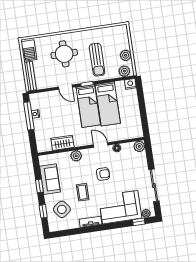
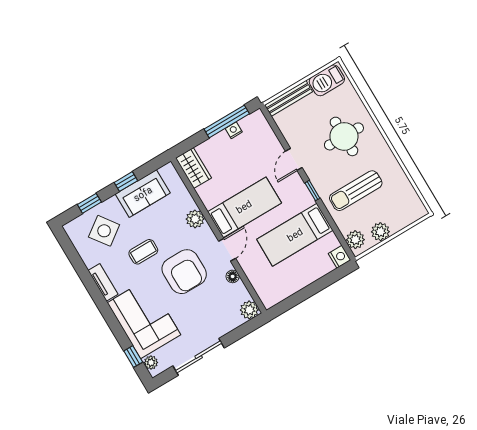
bed: (88, 106) -> (244, 207), moved, turned 180
wardrobe: (62, 143) -> (193, 168), moved
armchair: (103, 174) -> (184, 272), width x1.88, depth x1.88

